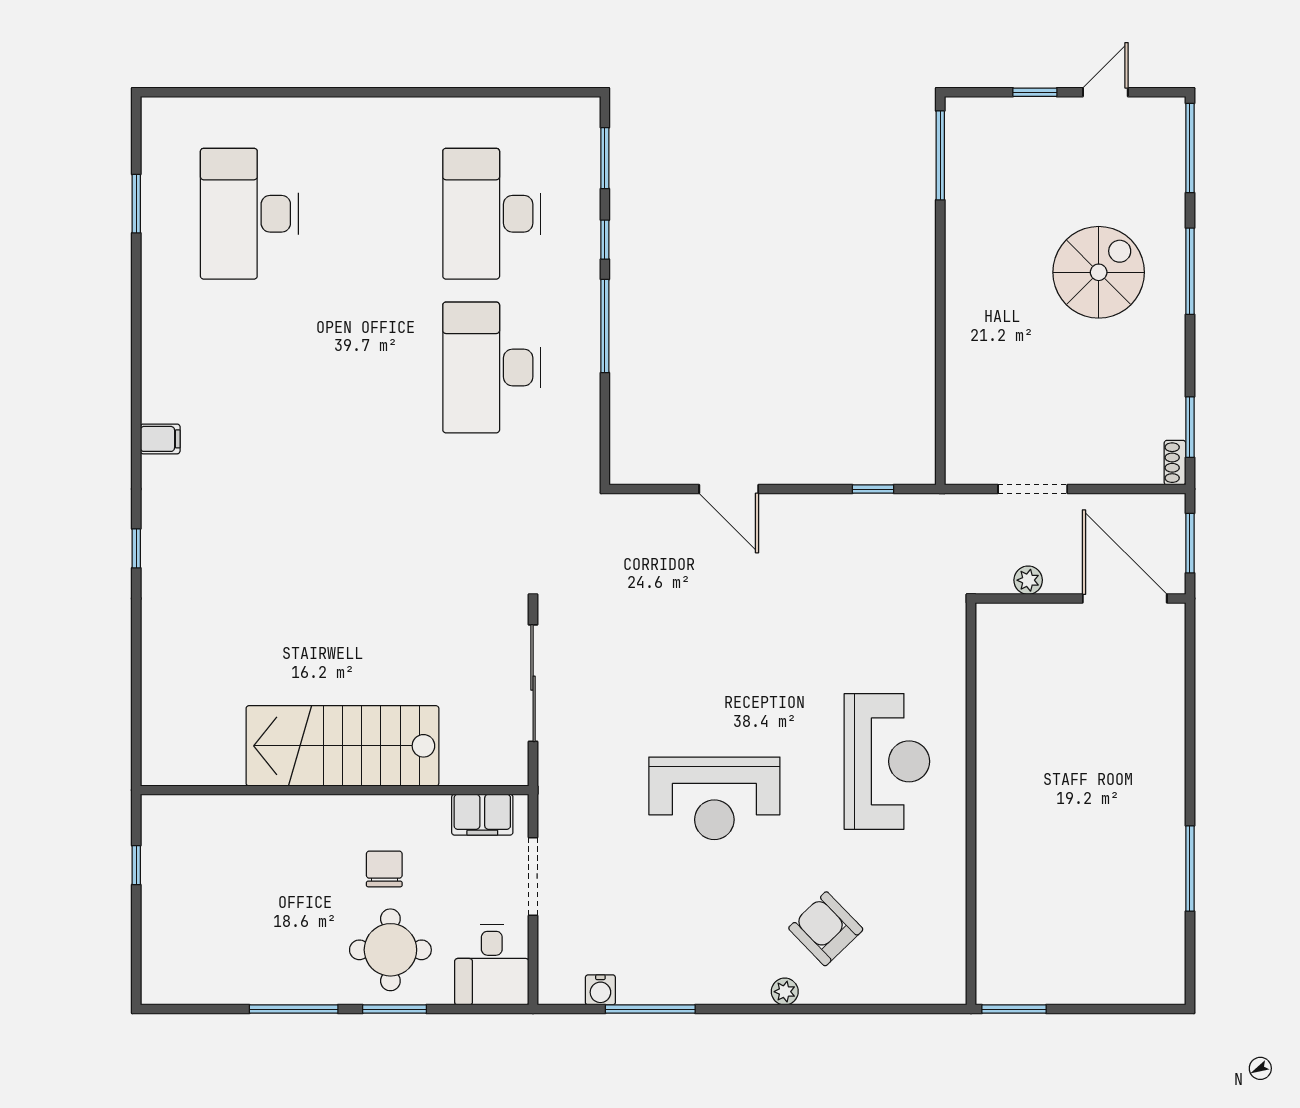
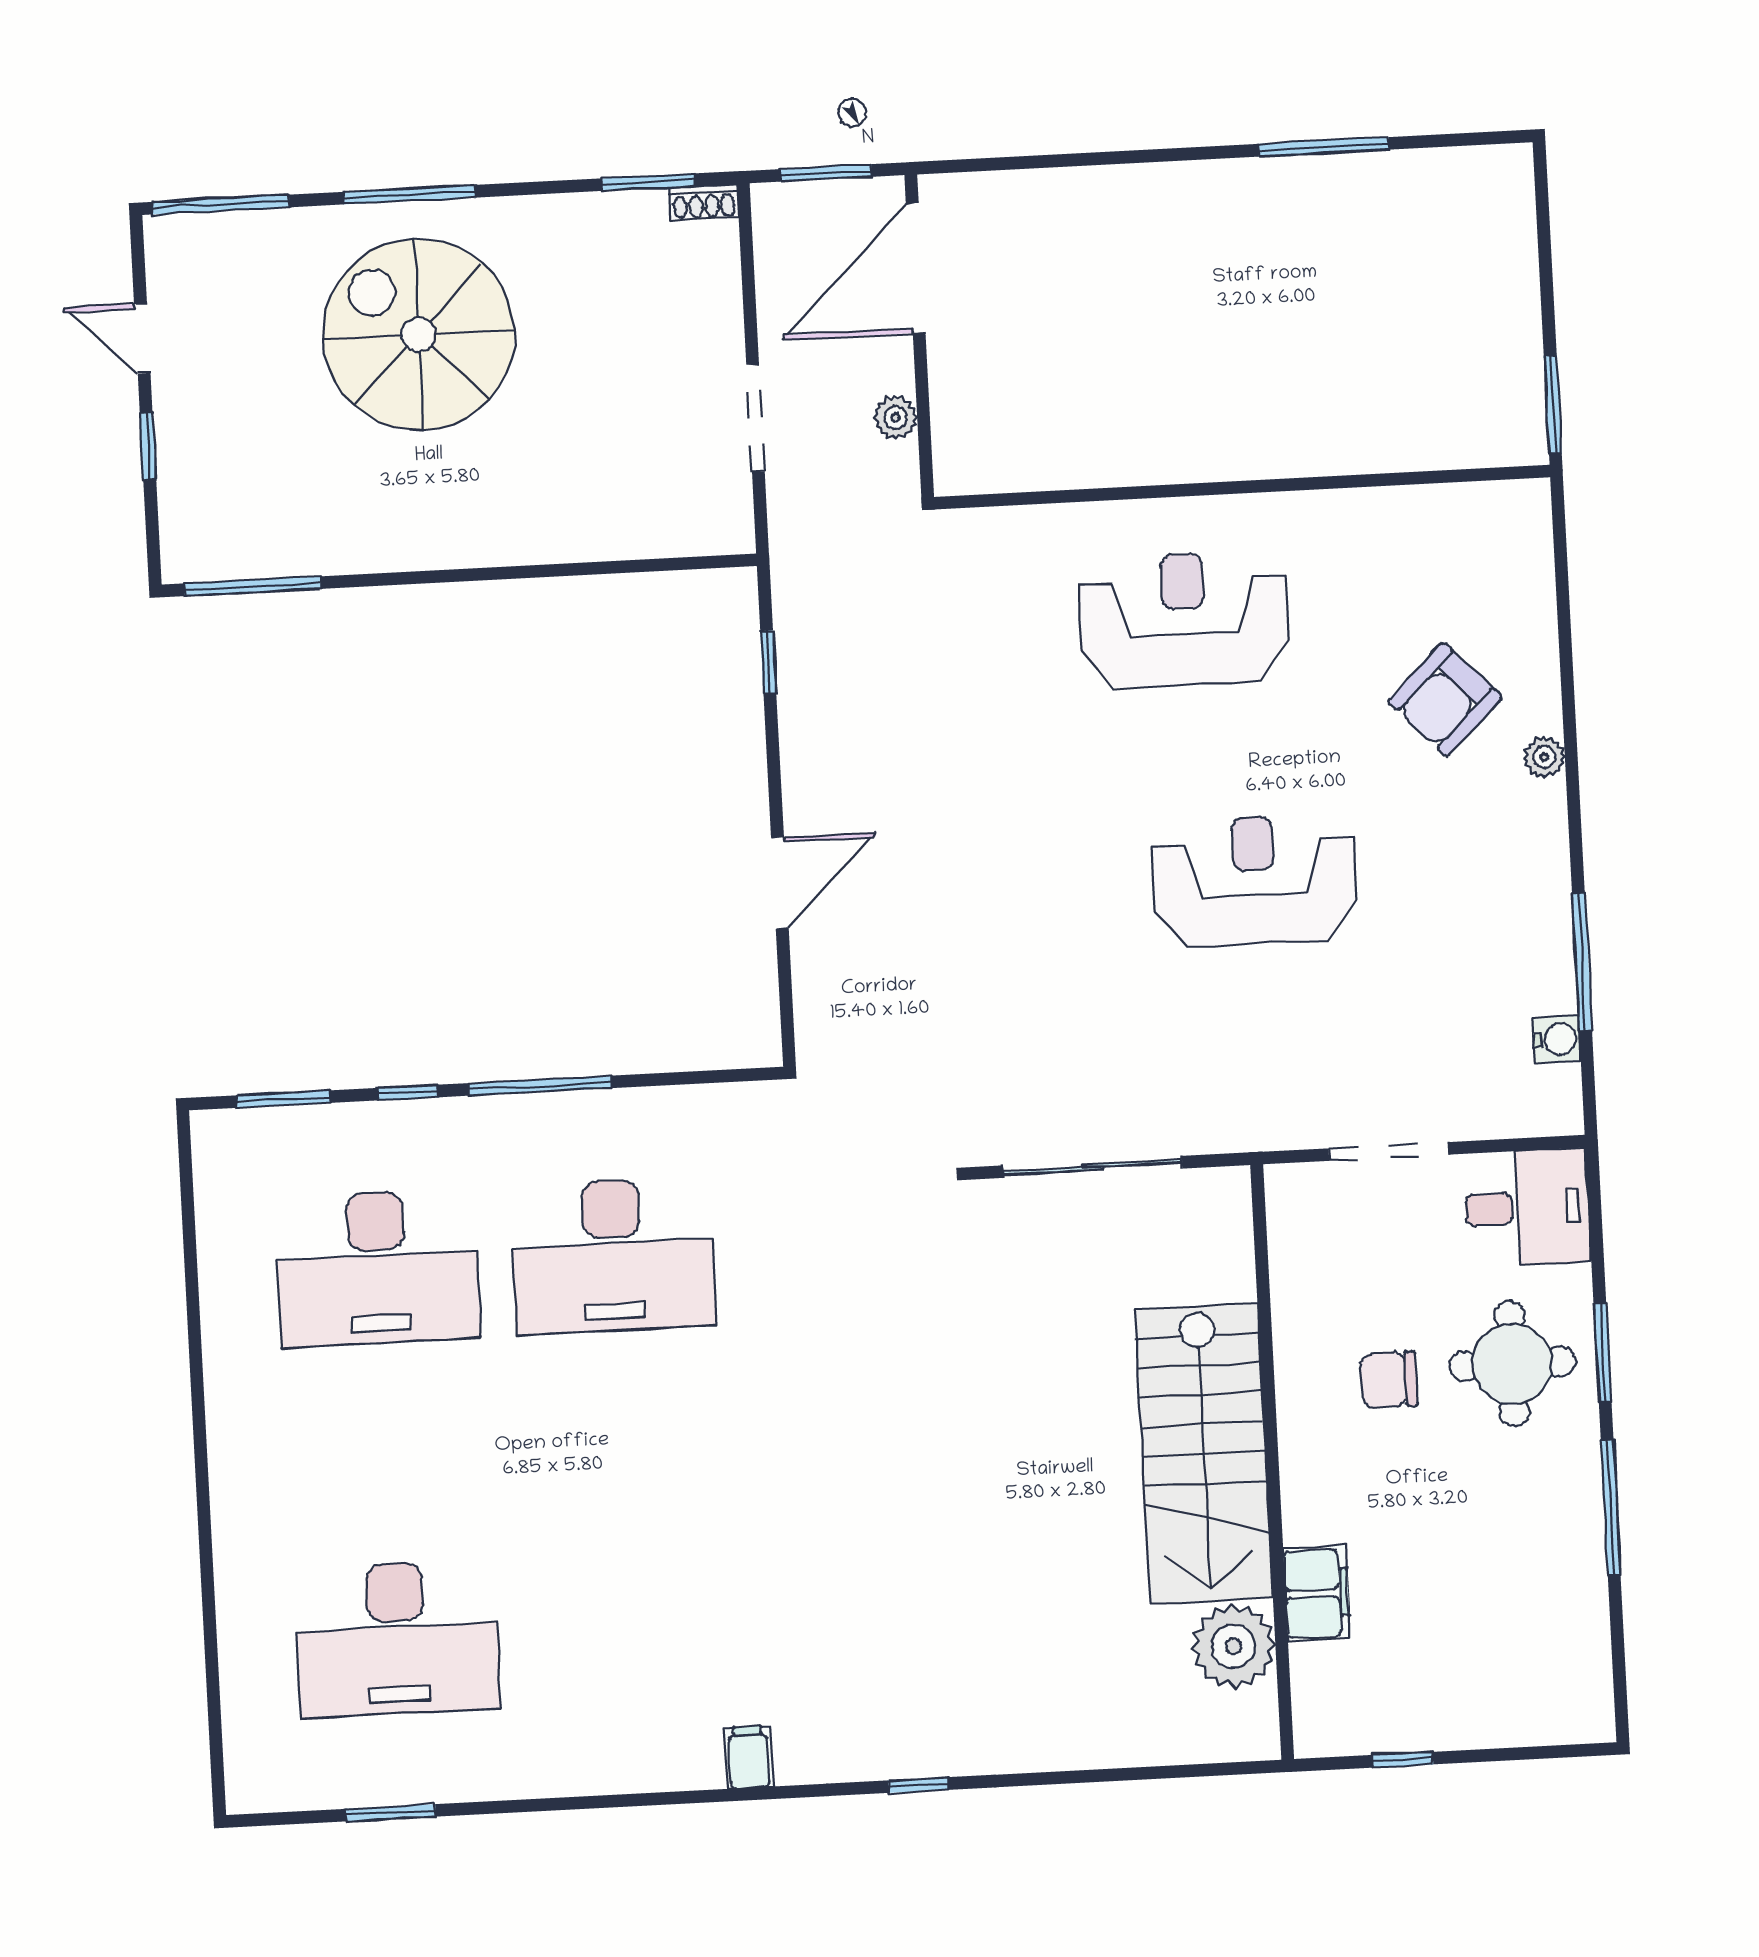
spiral stairs: (1099, 272) -> (418, 334), width x1.37, depth x1.37
plant: (216, 759) -> (1233, 1646), added
reception desk: (714, 798) -> (1254, 880), turned -90
filing cabinet: (482, 815) -> (1317, 1593), moved

